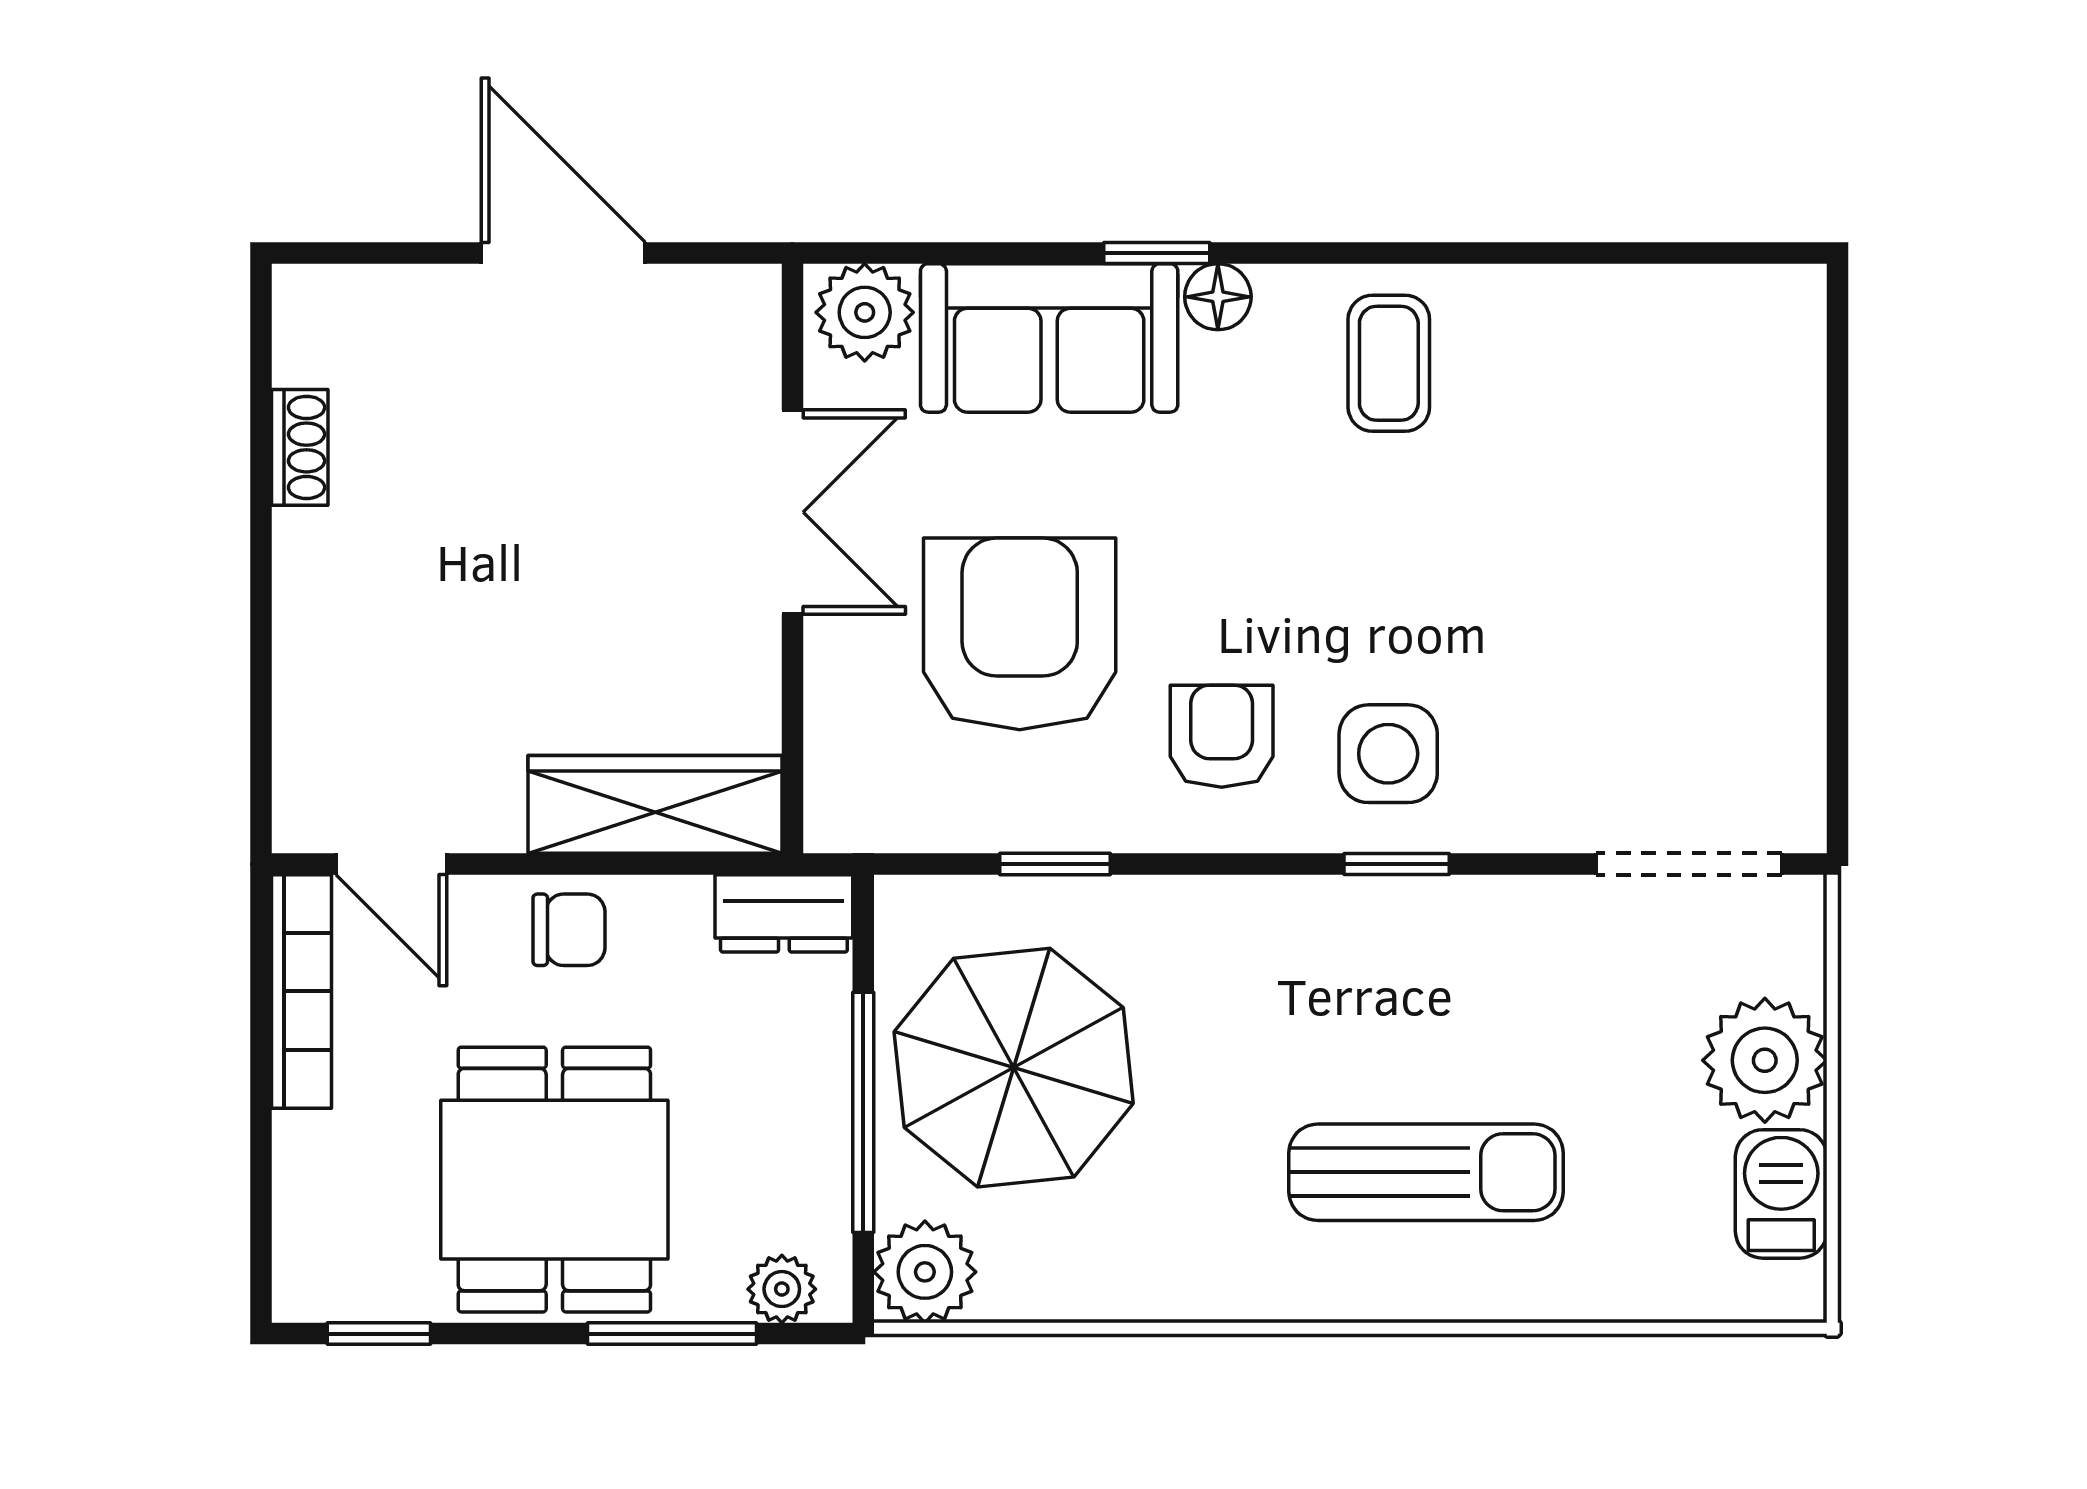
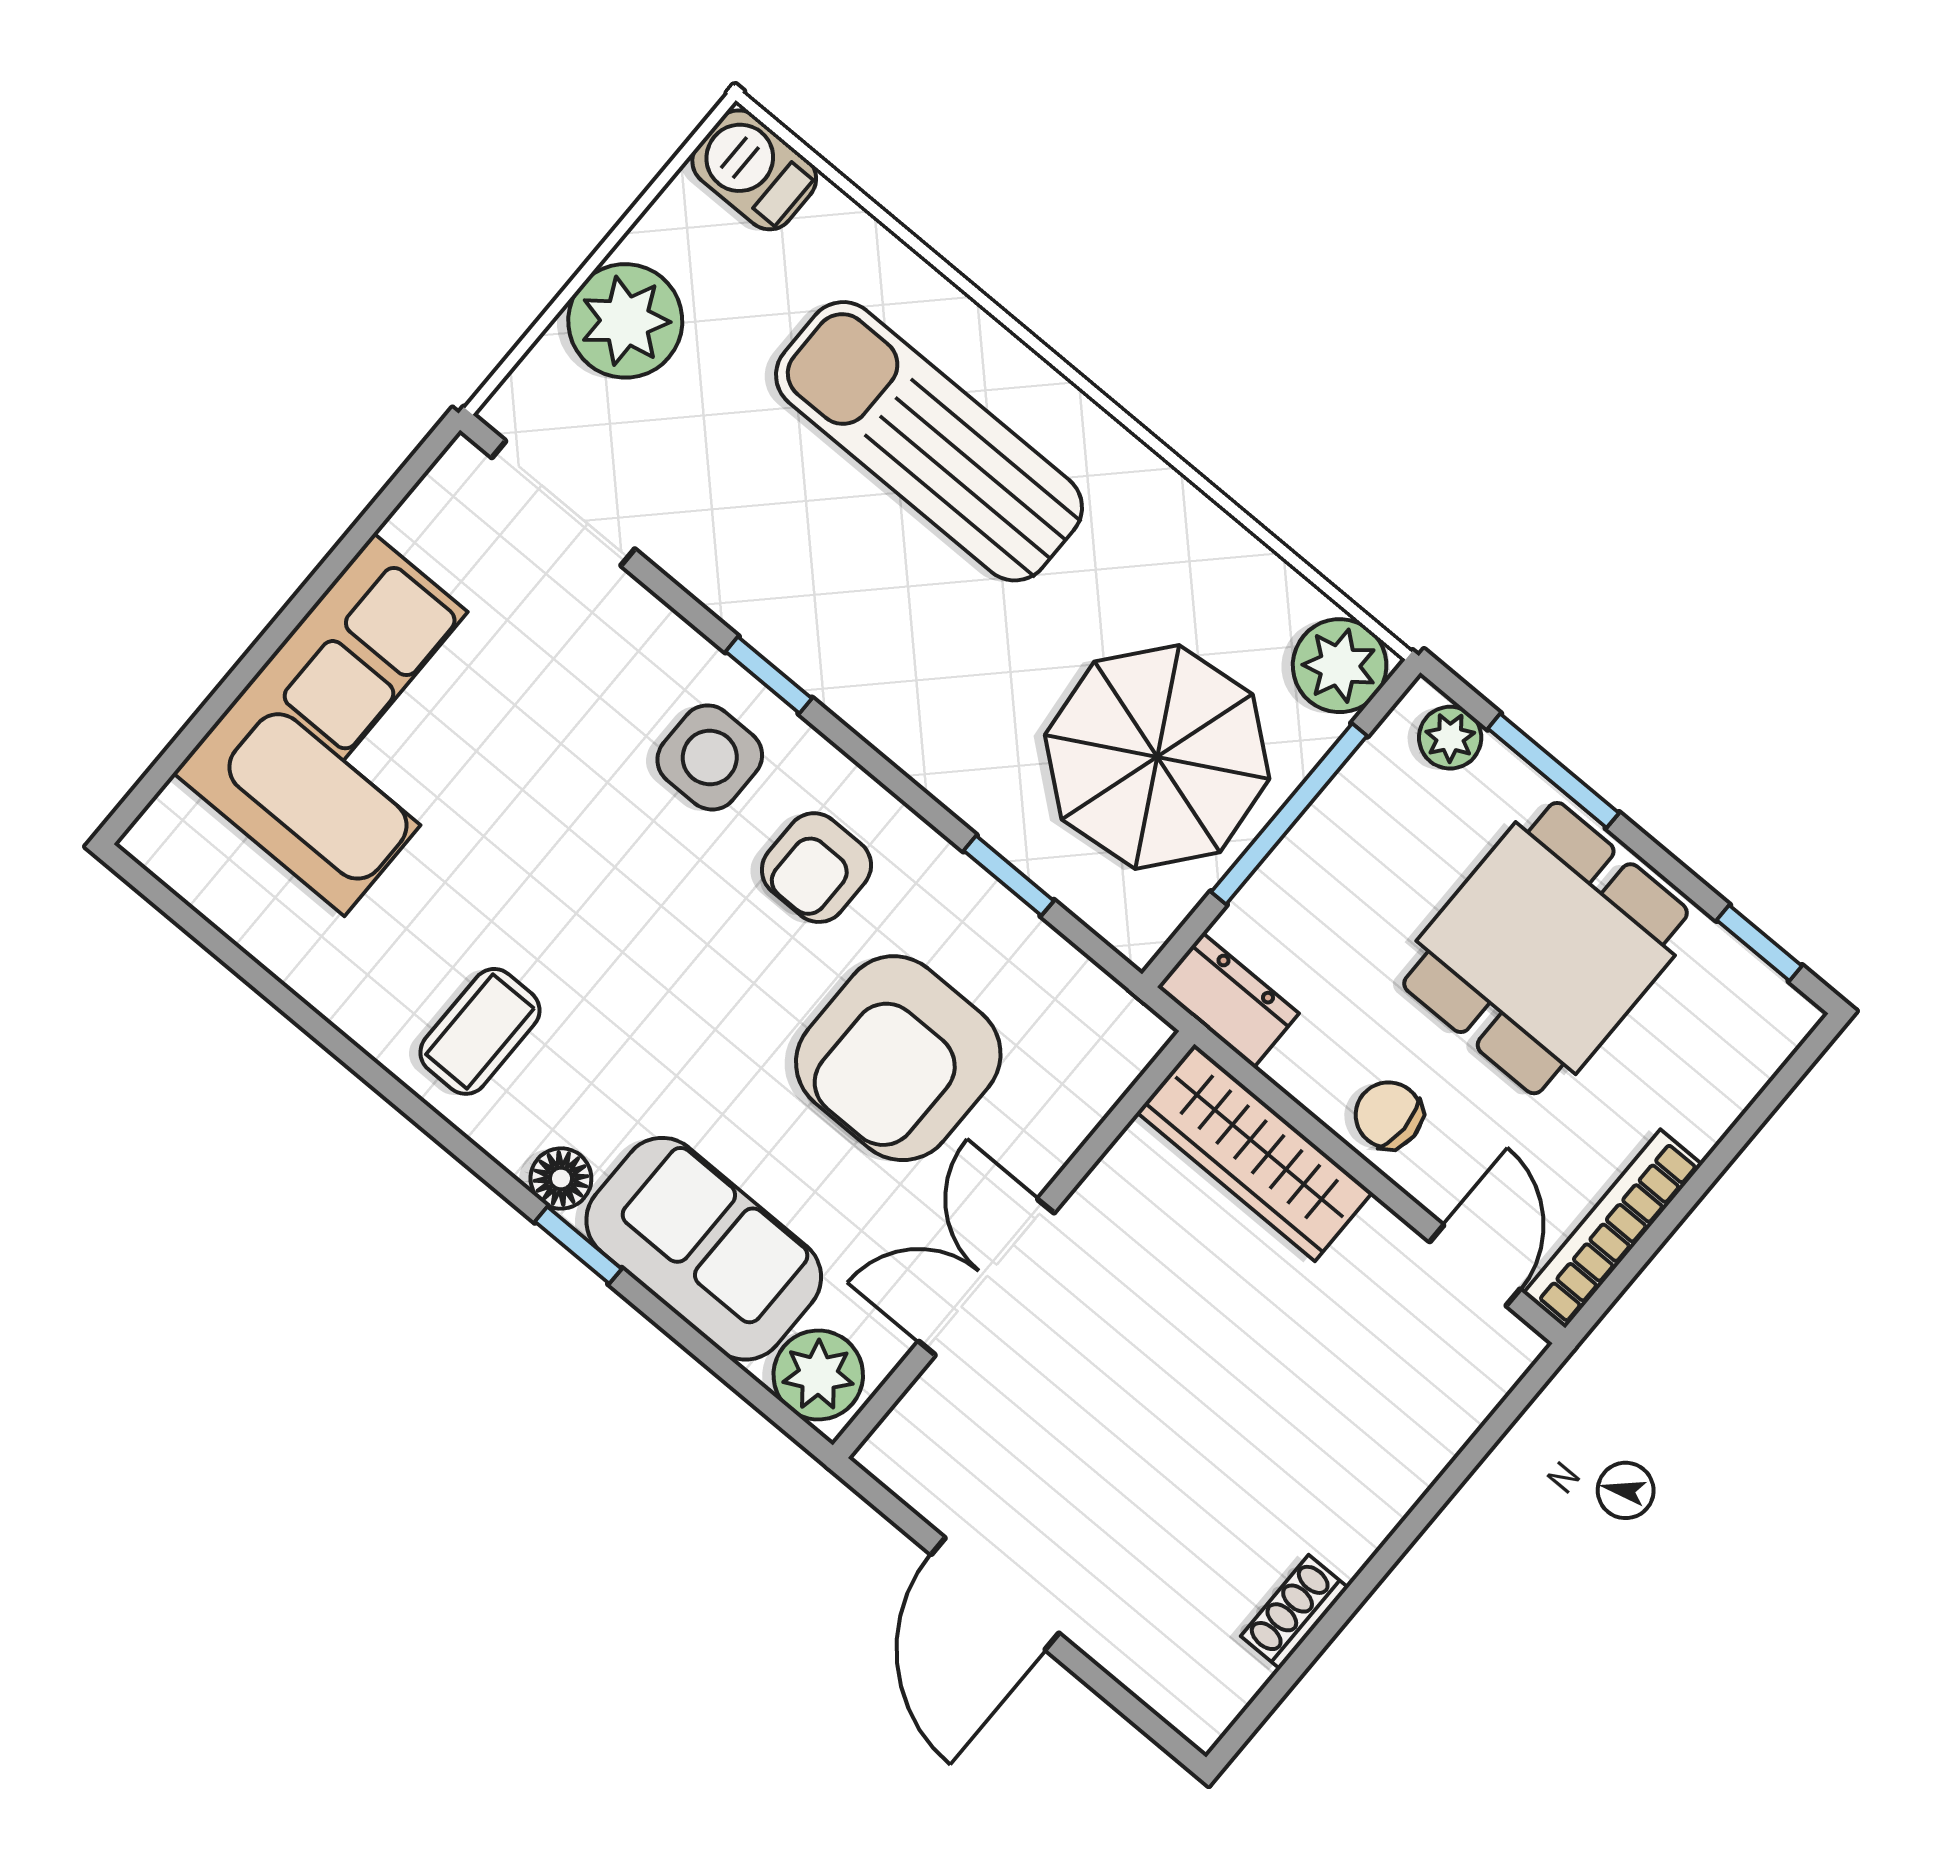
corner sofa: (1705, 535) -> (359, 725), added
sun lounger: (1426, 1172) -> (929, 441), width x1.36, depth x1.34
barbecue: (1781, 1194) -> (754, 170), moved, turned 90

